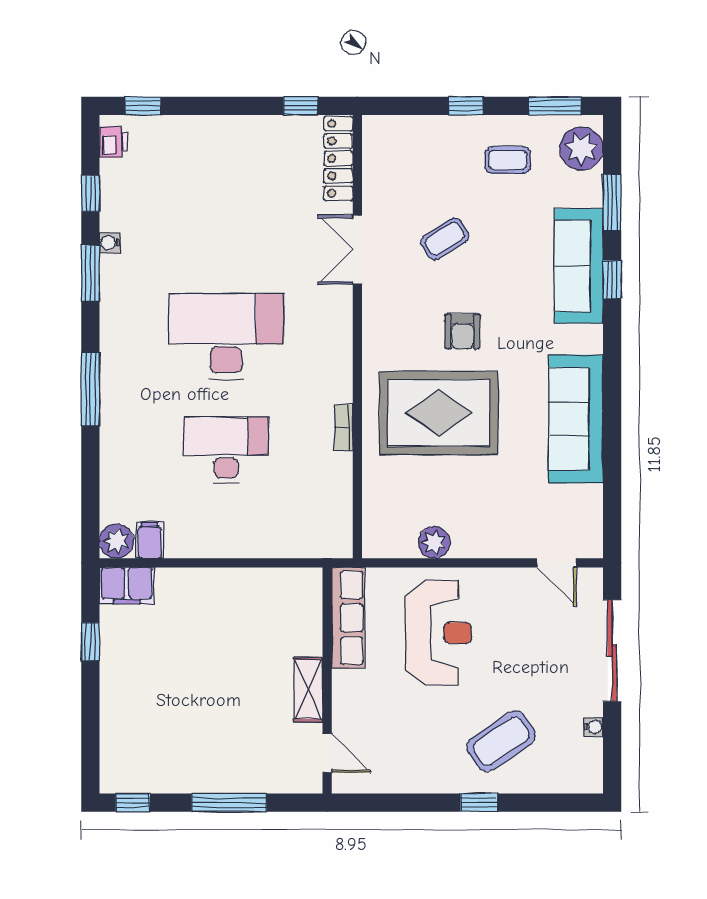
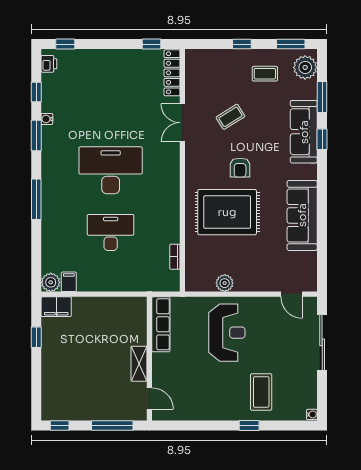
bookcase: (344, 428) -> (175, 257), moved
row of seats: (348, 618) -> (161, 324), moved
wall: (327, 680) -> (149, 359), moved
shelving: (308, 690) -> (139, 364), moved
water cooler: (594, 727) -> (312, 414), moved
coffee table: (501, 741) -> (261, 392), turned -56
door: (327, 753) -> (149, 399), moved

